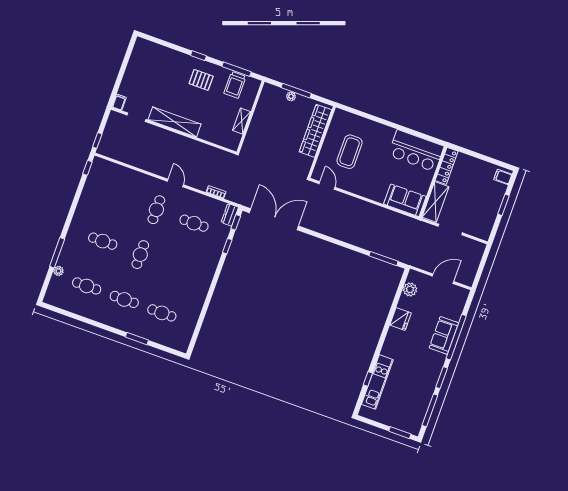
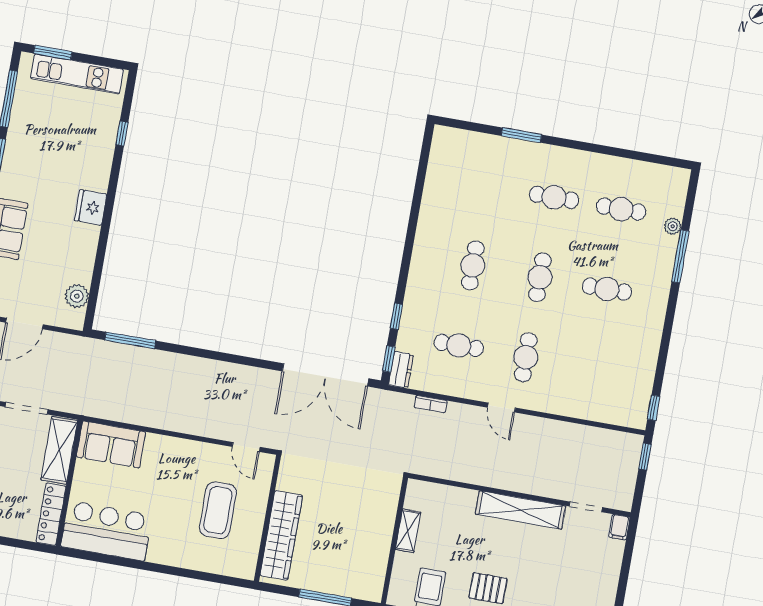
plant: (291, 96) -> (332, 586), removed
cafe table: (162, 313) -> (473, 265), moved, turned 90
fridge: (401, 319) -> (91, 207), moved
kitchen unit: (377, 382) -> (77, 74), moved, turned -90

